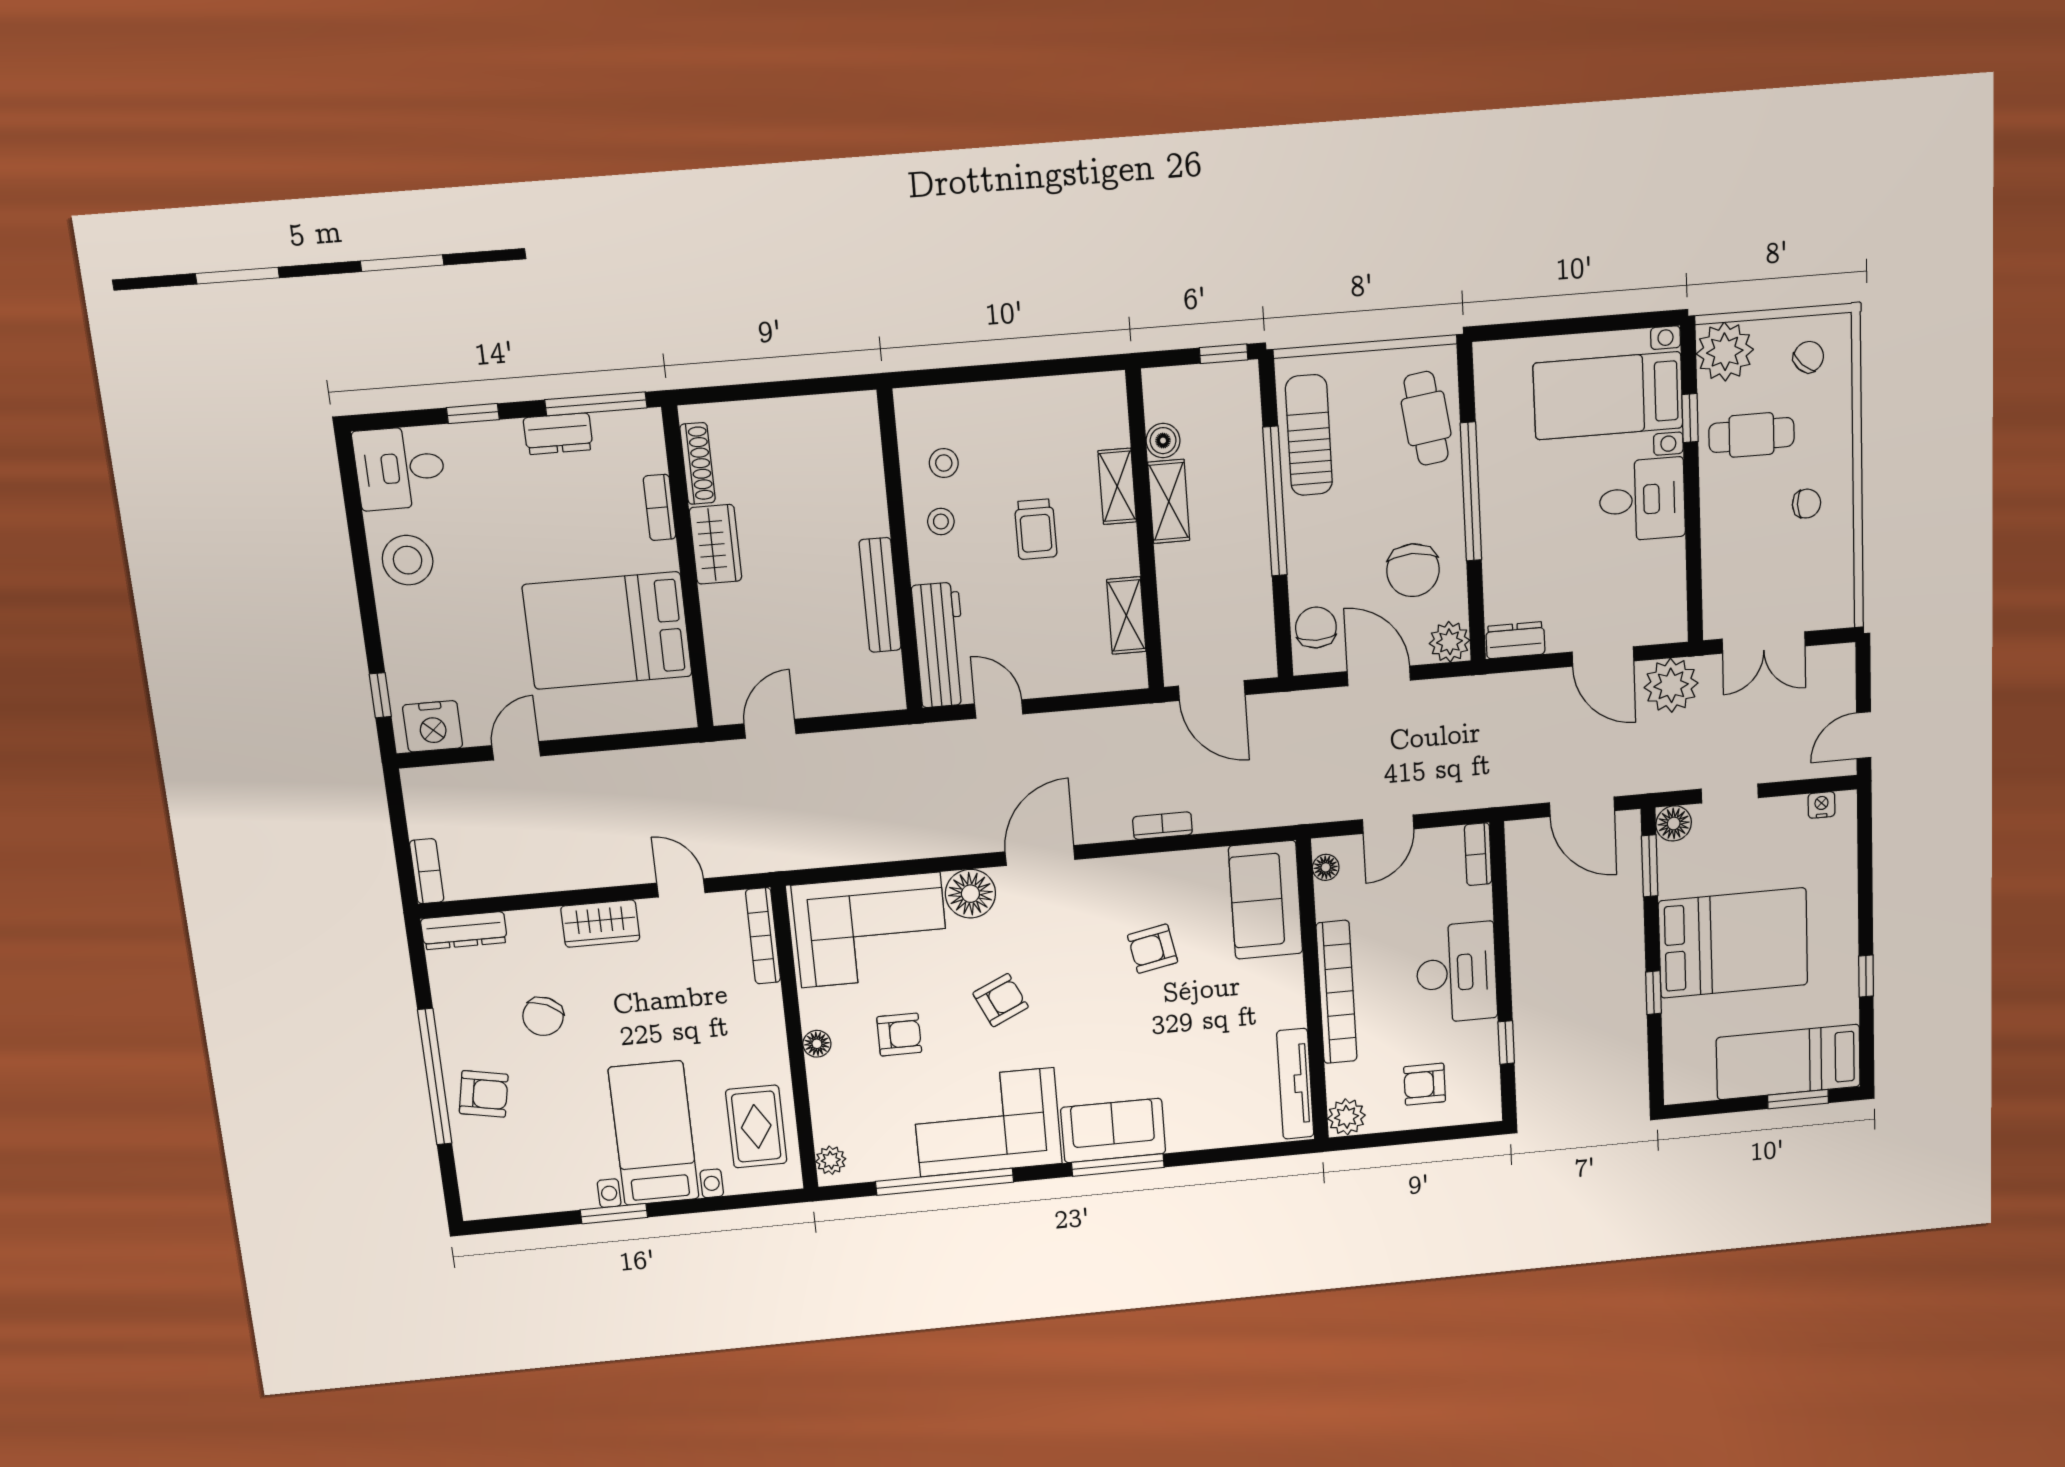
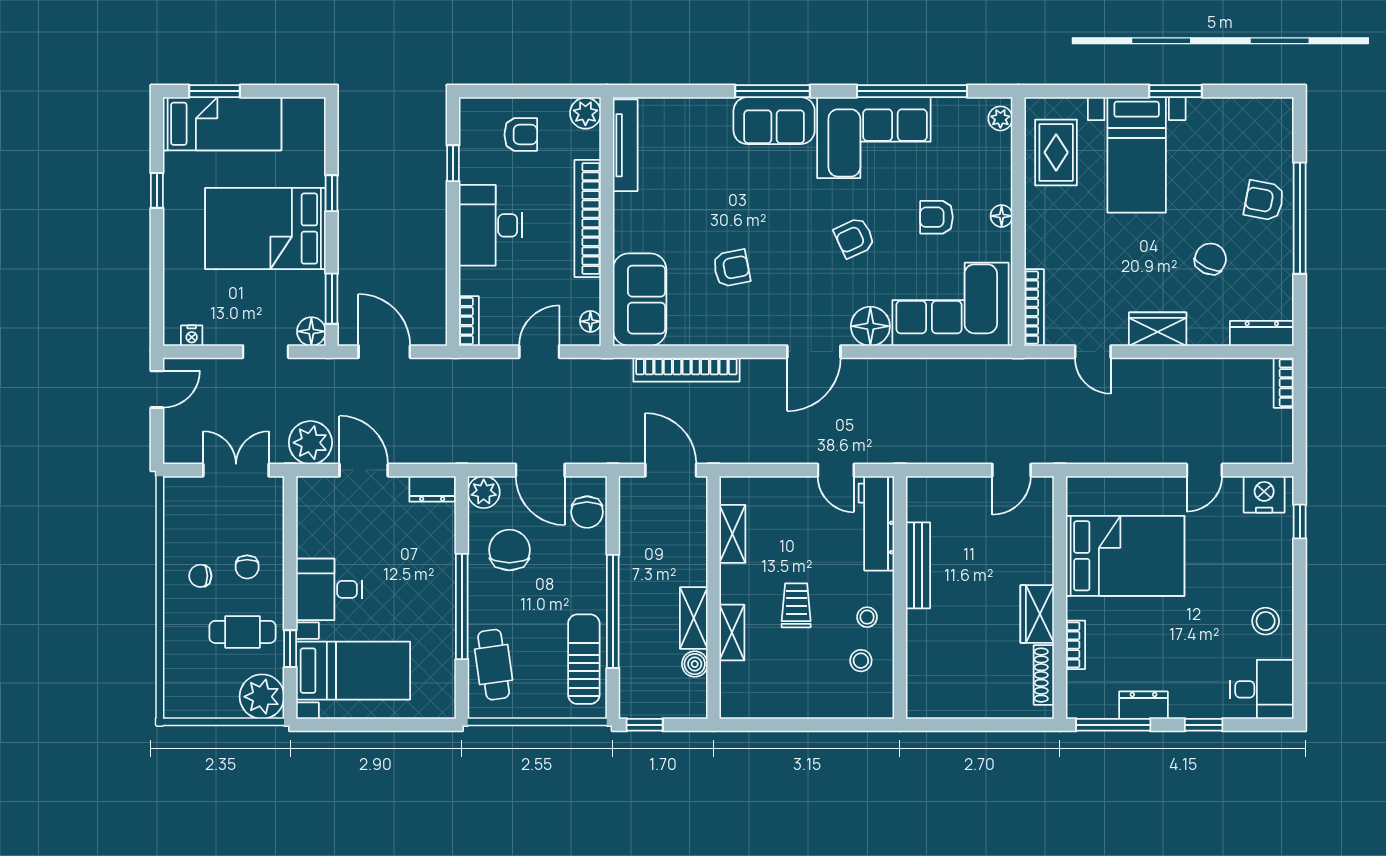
chair: (1809, 357) -> (247, 567), moved, turned -43
sun lounger: (1309, 435) -> (584, 659), turned 180
stool: (408, 560) -> (1266, 621), width x0.73, depth x0.73
bookcase: (1162, 826) -> (686, 370), width x2.31, depth x1.31

